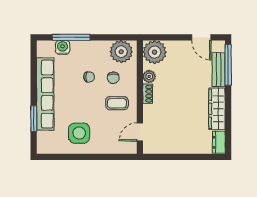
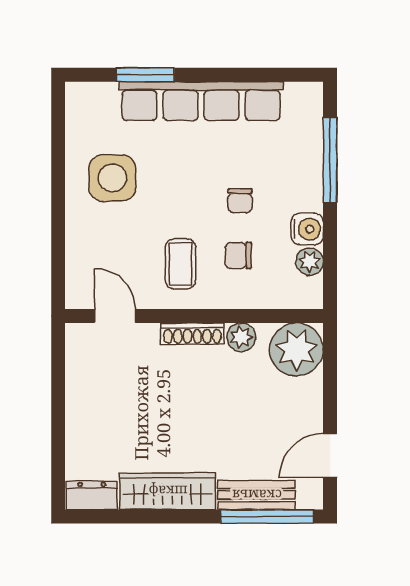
water cooler: (63, 47) -> (307, 229), moved
plant: (121, 52) -> (310, 262), width x0.53, depth x0.53
shoe rack: (148, 94) -> (192, 334), width x1.43

